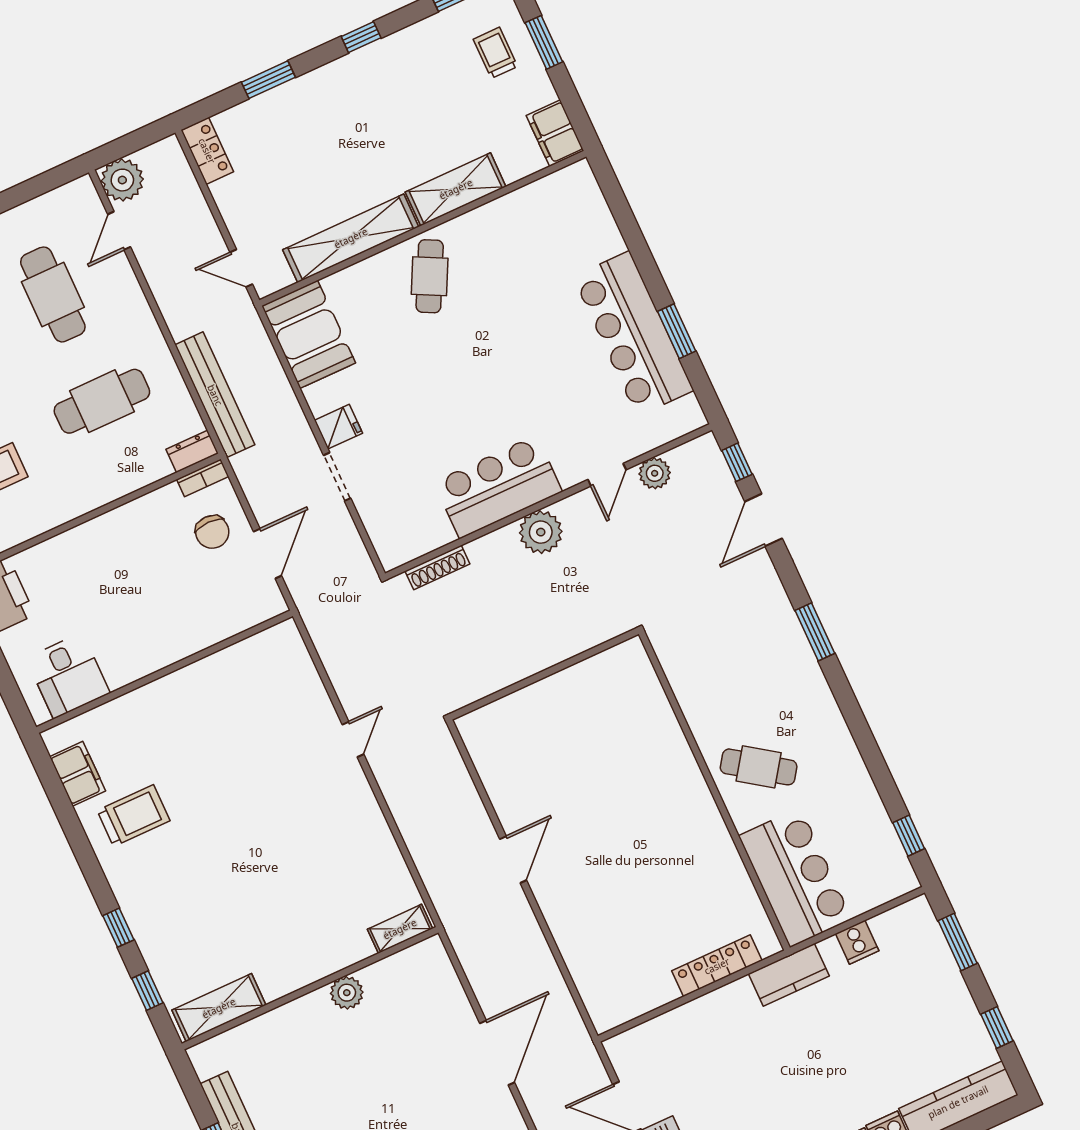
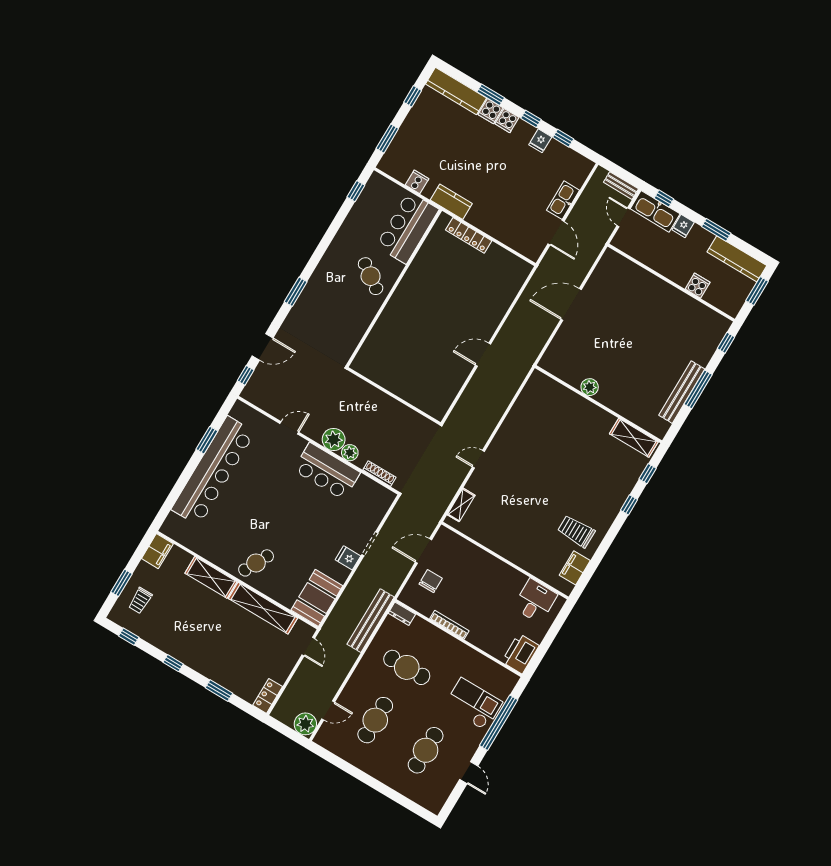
bar counter: (633, 334) -> (213, 471), width x1.36
plant: (655, 473) -> (350, 453), moved
bookcase: (203, 478) -> (449, 625), moved, width x1.56
shelving: (400, 929) -> (461, 505), moved, turned 90

